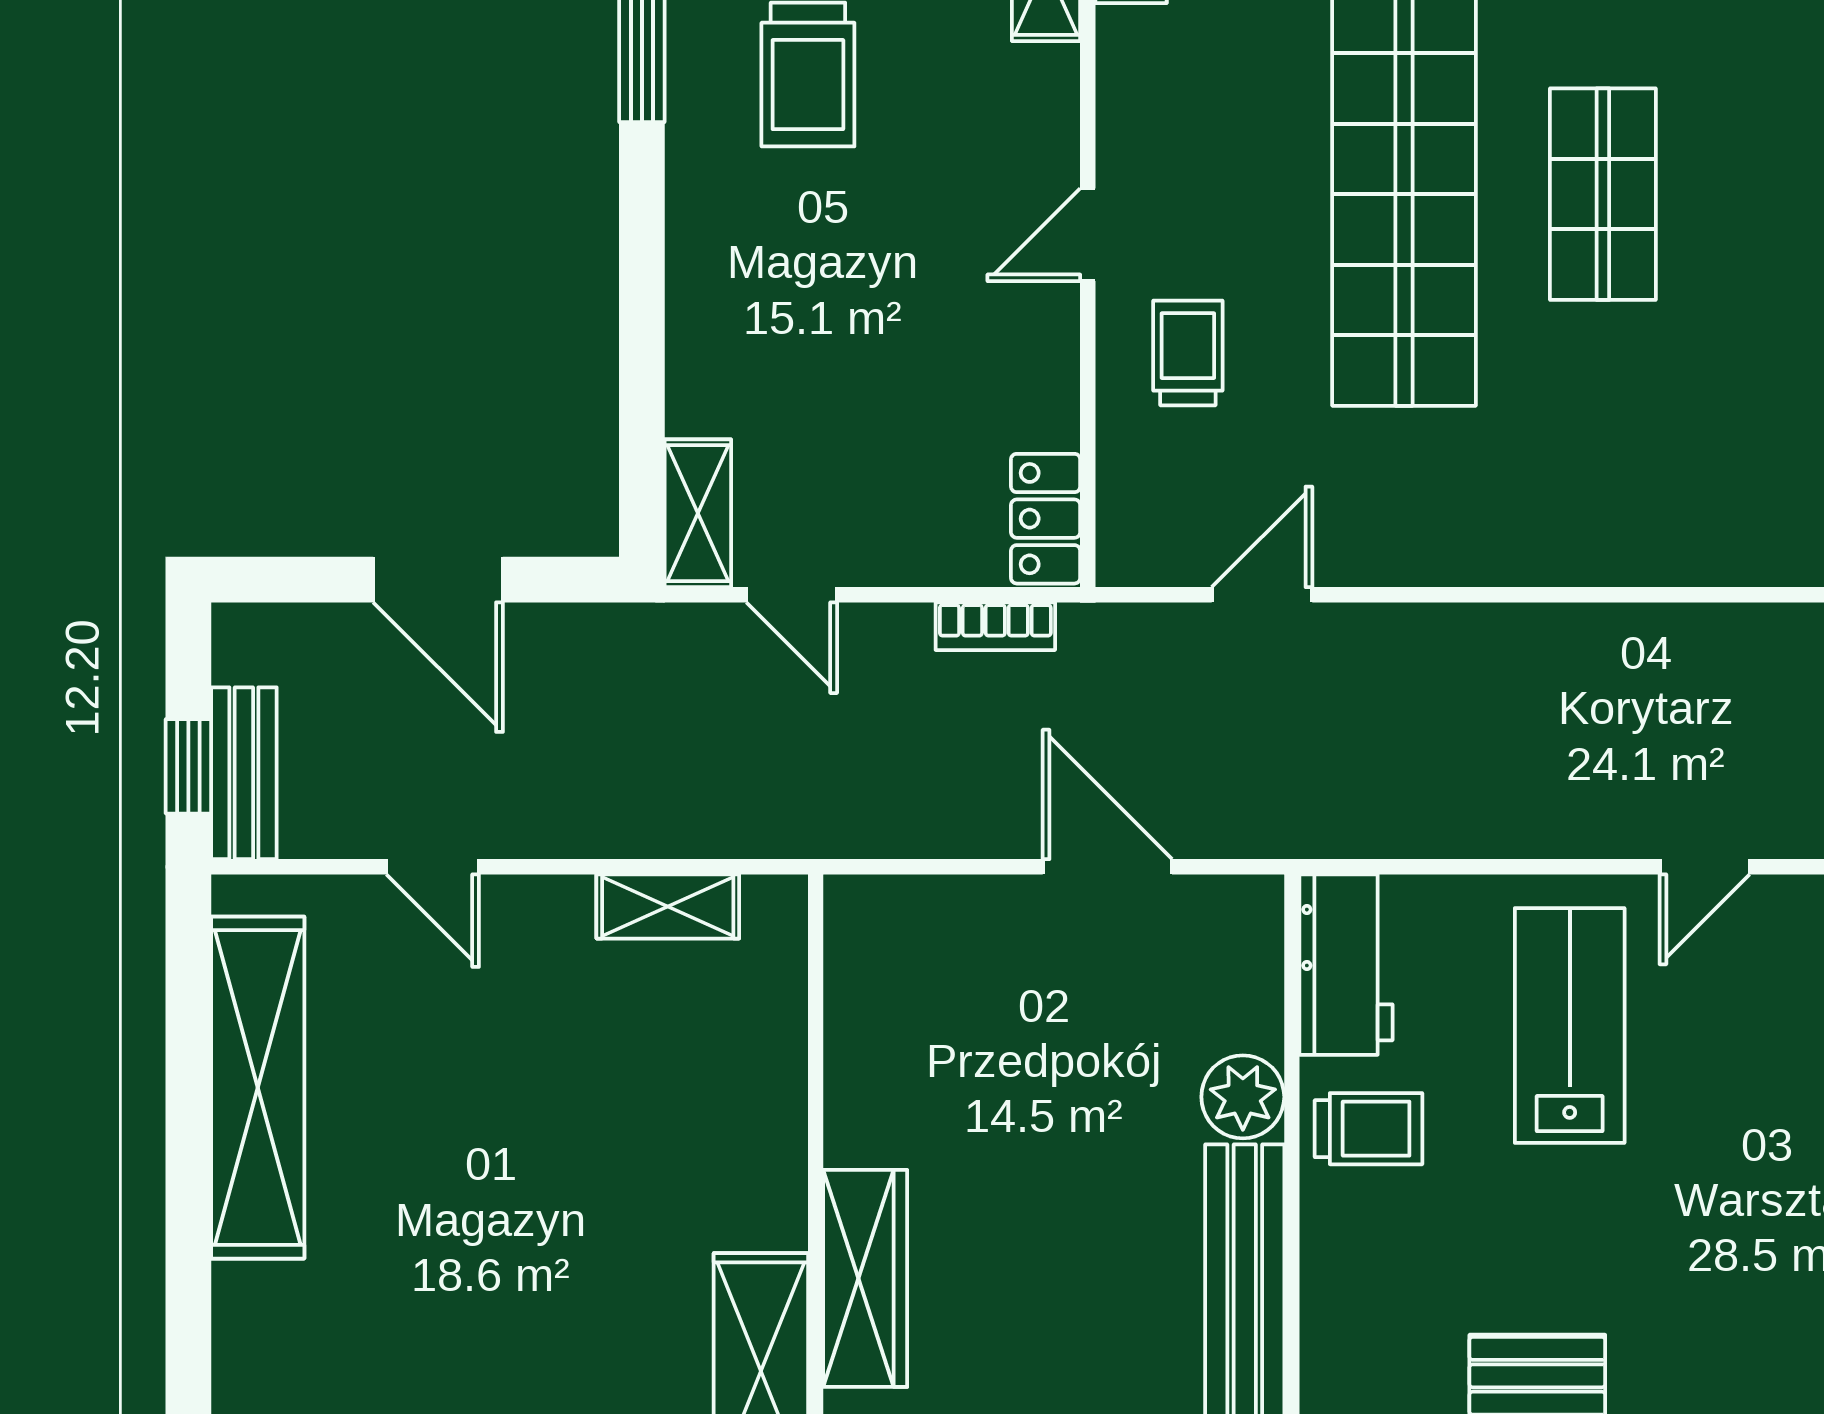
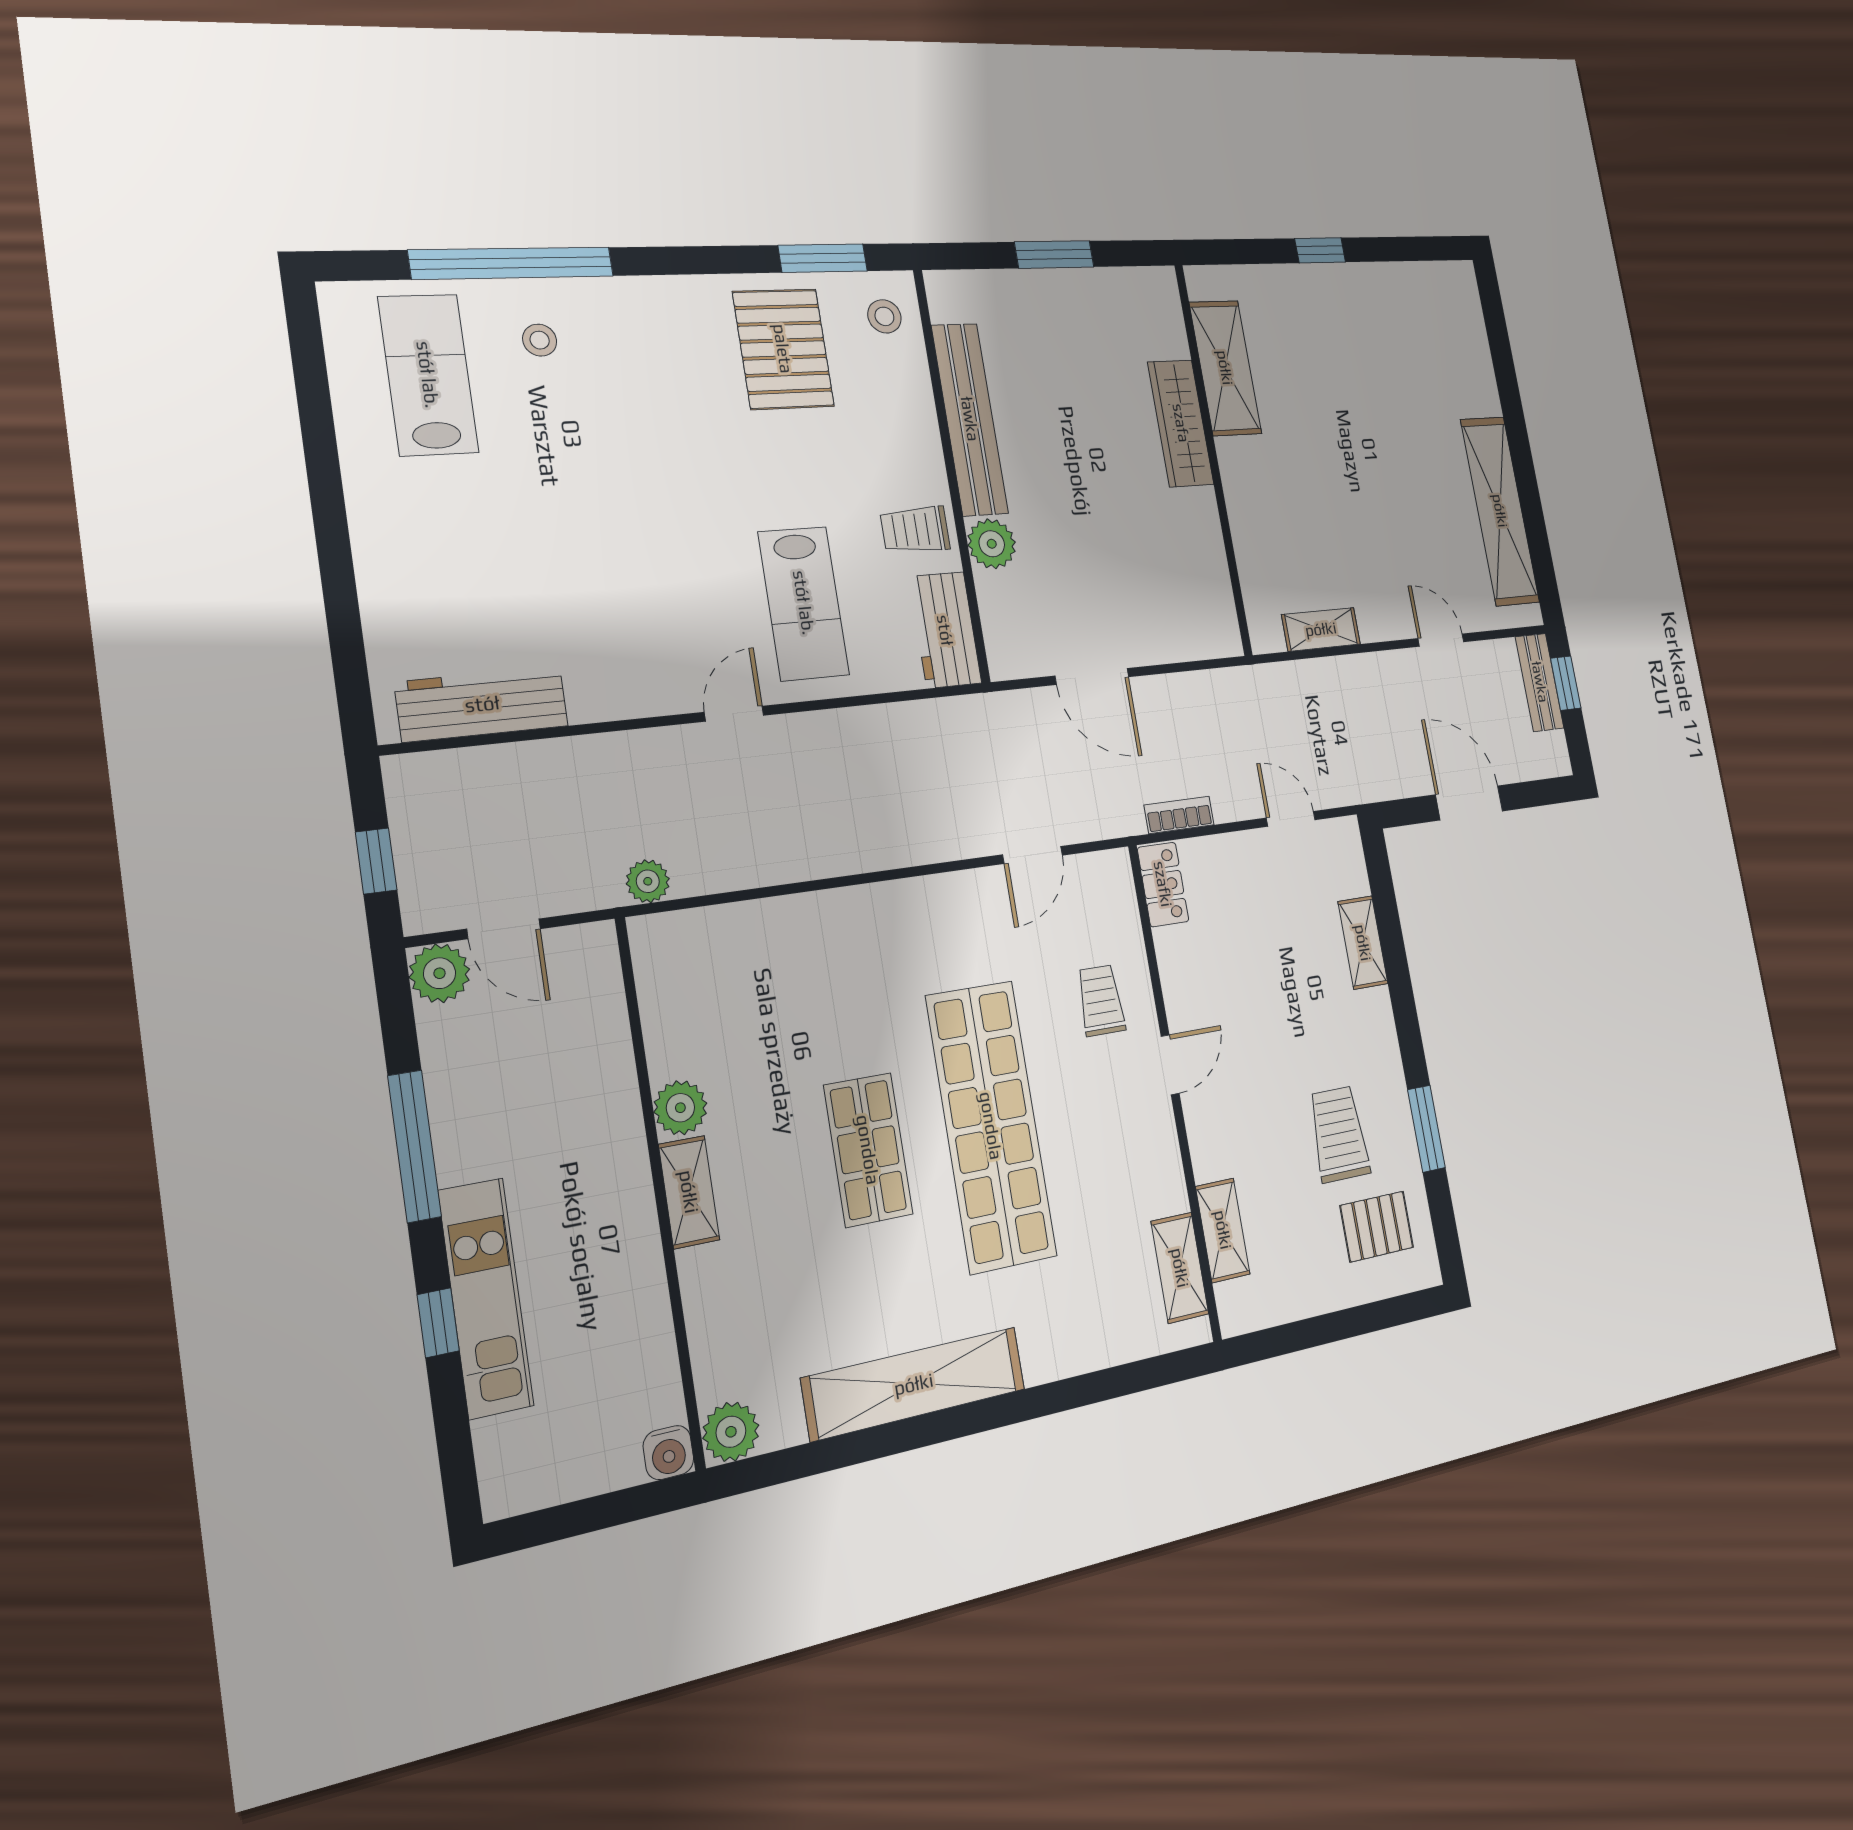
trolley: (1188, 353) -> (1101, 1001), turned 180
shelving: (698, 513) -> (1363, 943), moved

